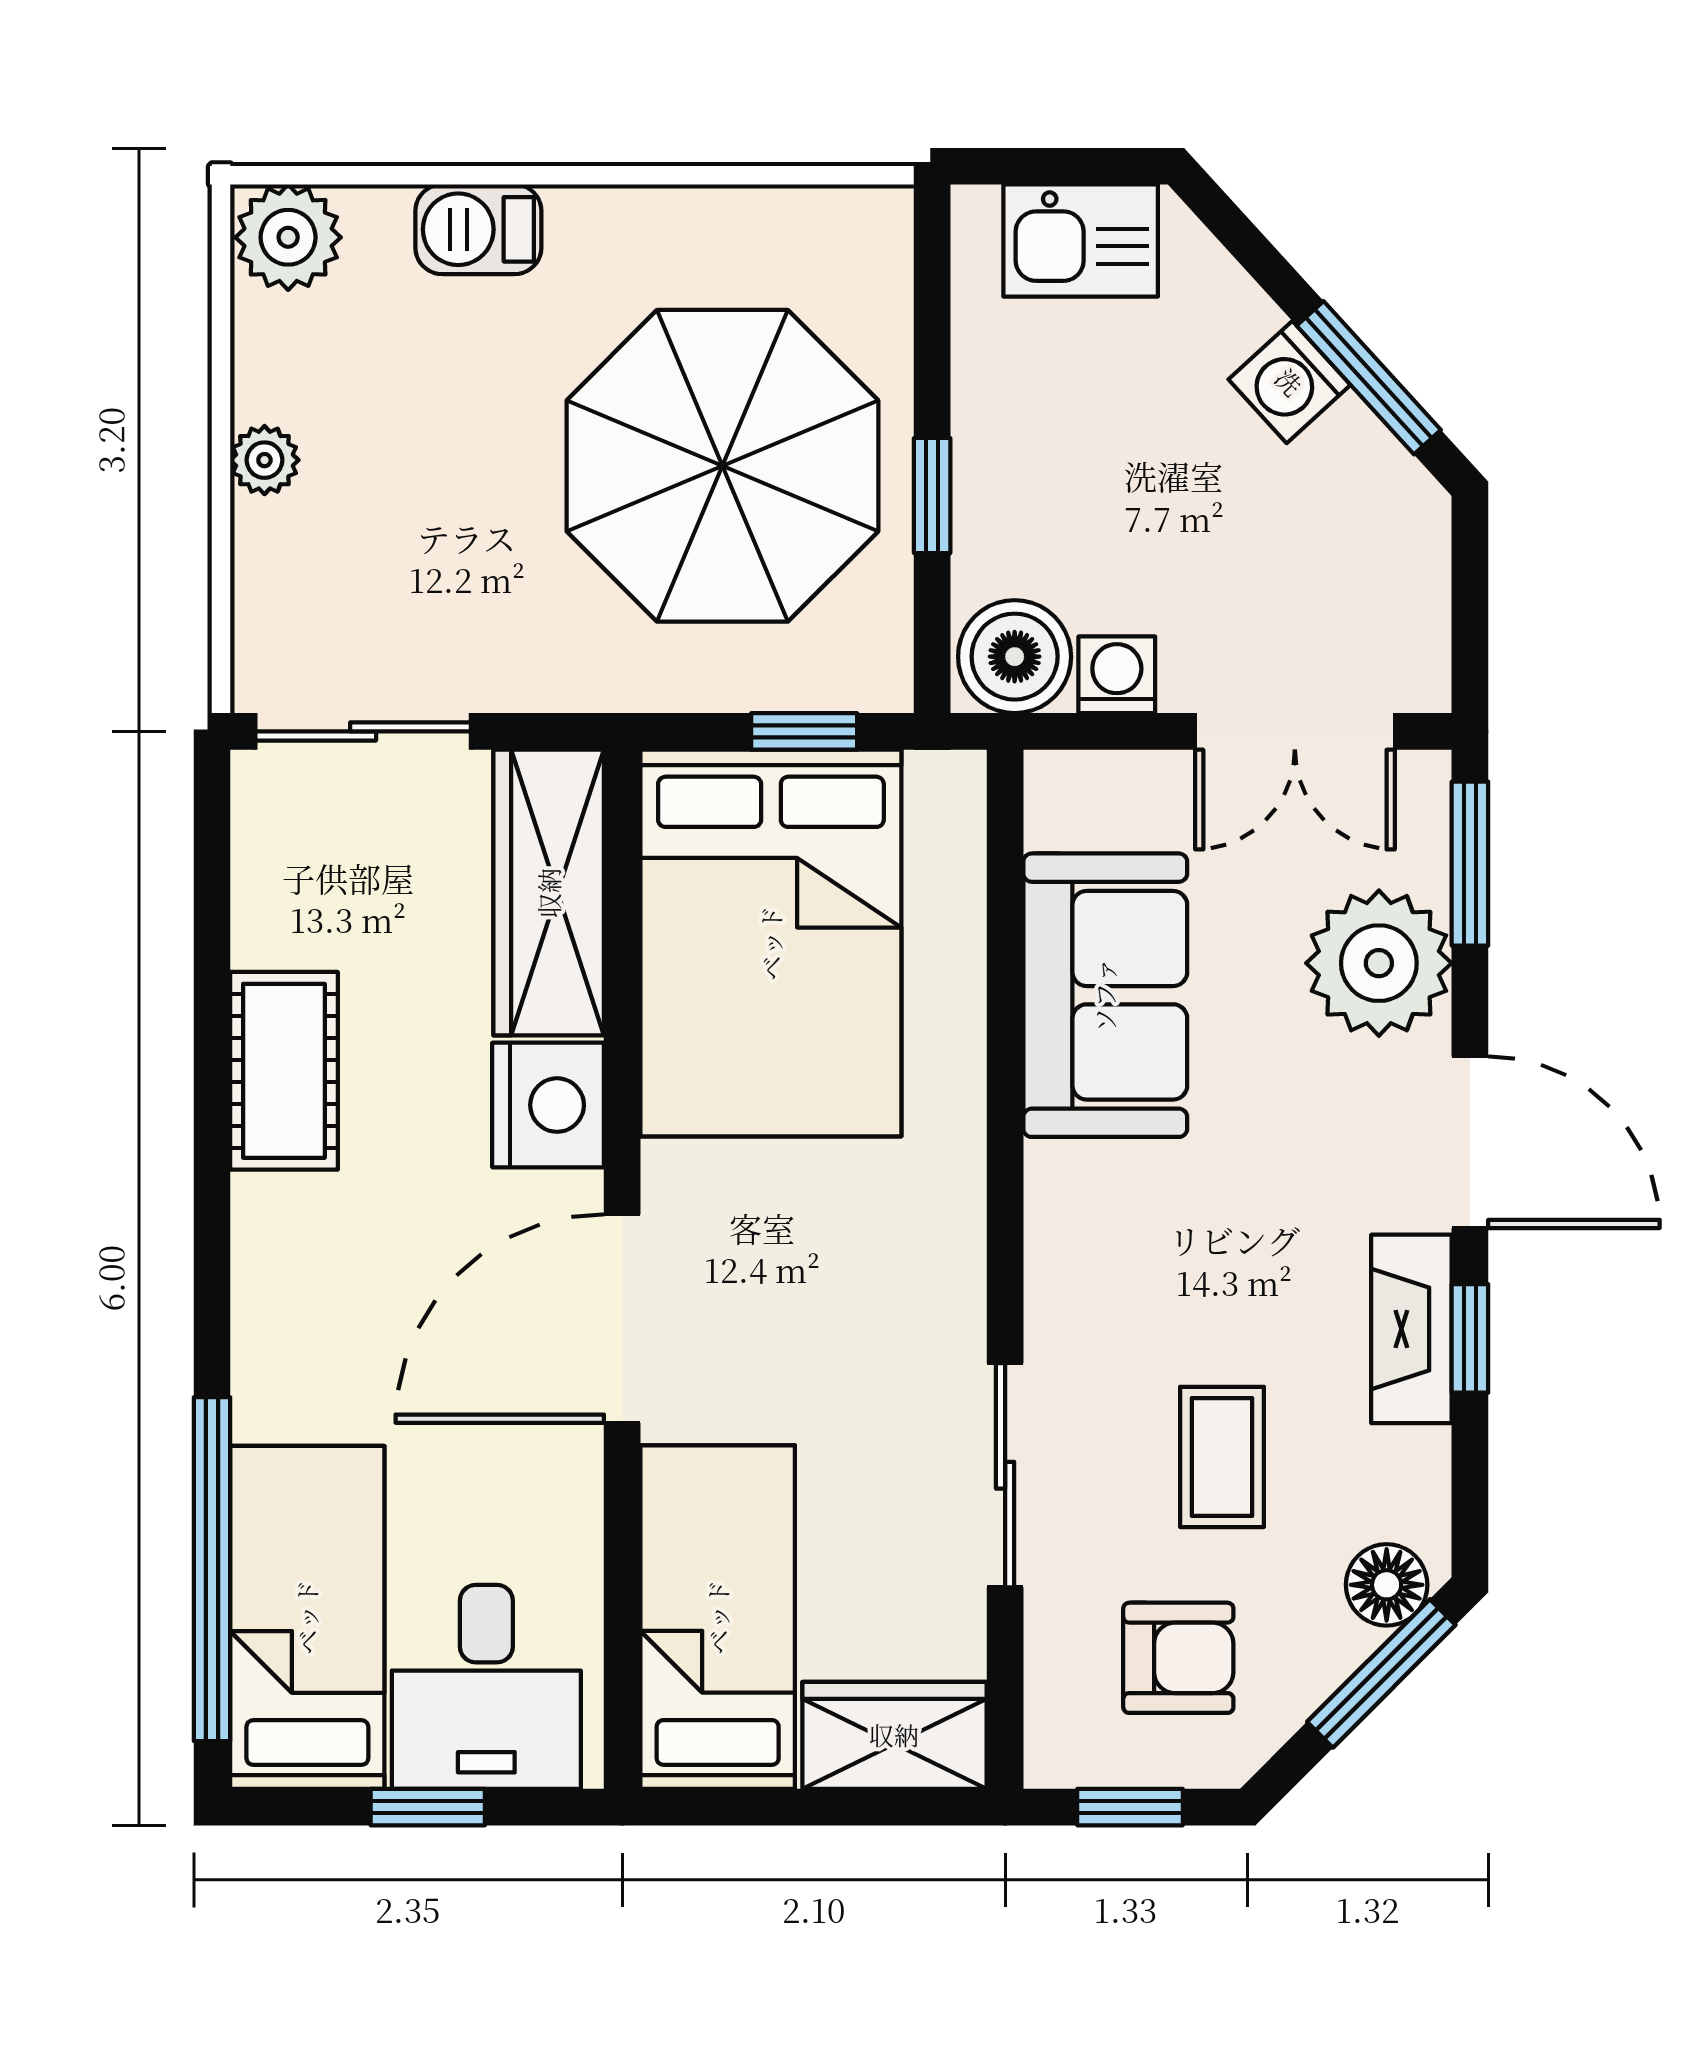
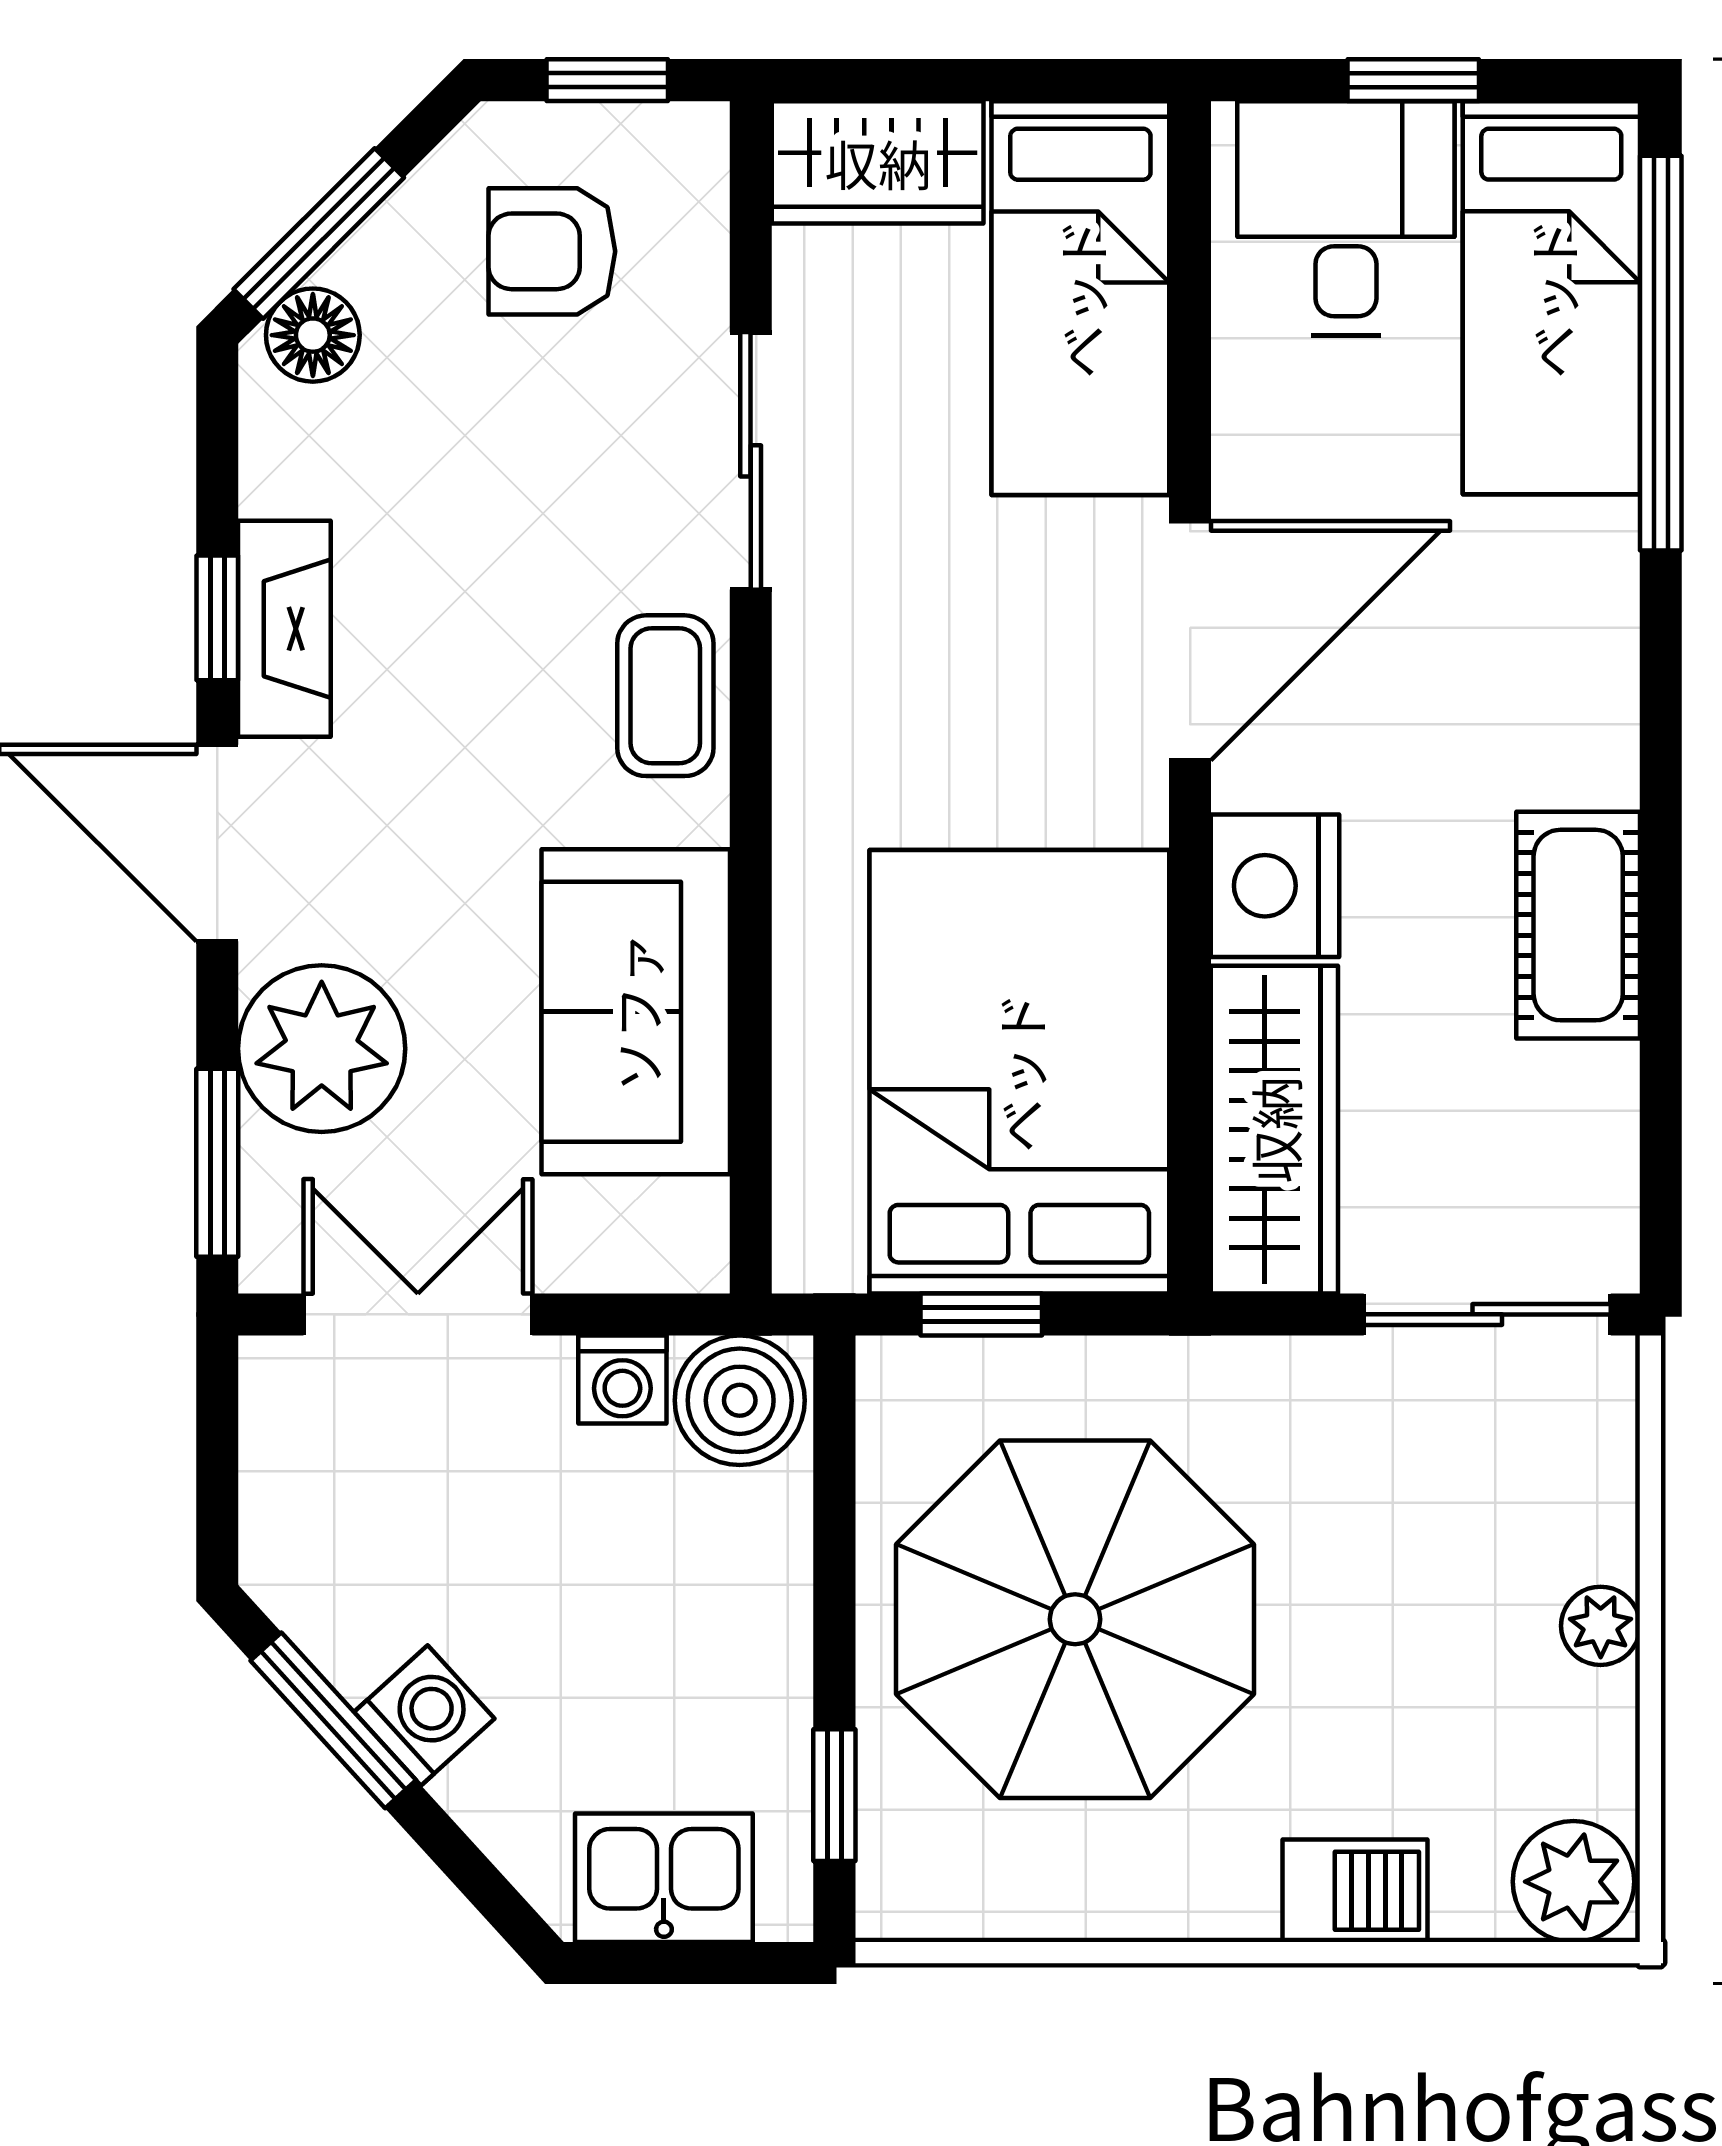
window: (932, 496) -> (834, 1795), moved
coffee table: (1222, 1457) -> (665, 696), moved

